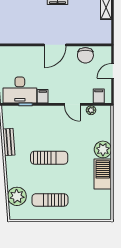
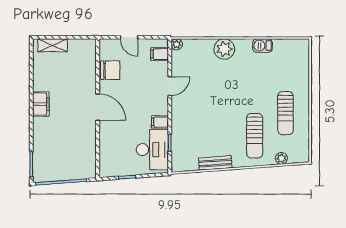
plant: (91, 110) -> (177, 44), moved
sun lounger: (49, 158) -> (255, 136), moved, turned 180
barbecue: (103, 174) -> (262, 46), width x0.53, depth x0.65
plant: (17, 196) -> (281, 158), width x0.53, depth x0.53

